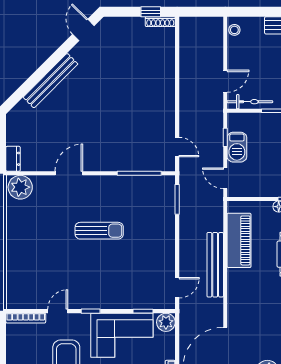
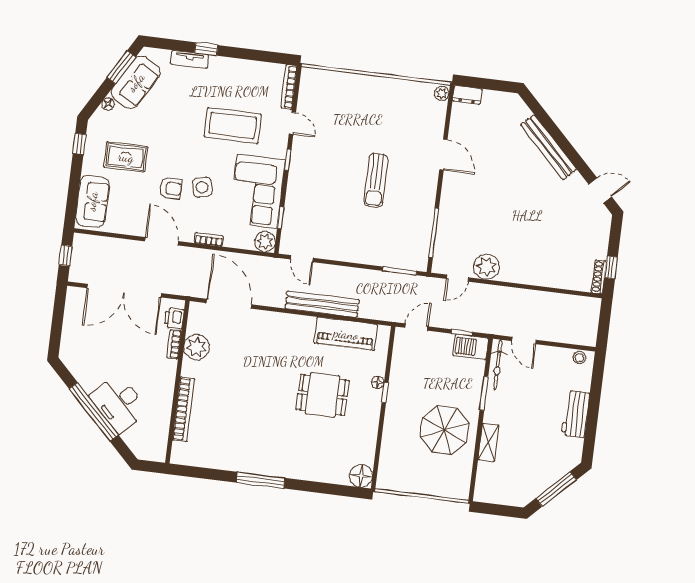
plant: (164, 123) -> (486, 267), added
barbecue: (237, 147) -> (471, 347), moved
plant: (20, 187) -> (442, 93), width x0.53, depth x0.53

